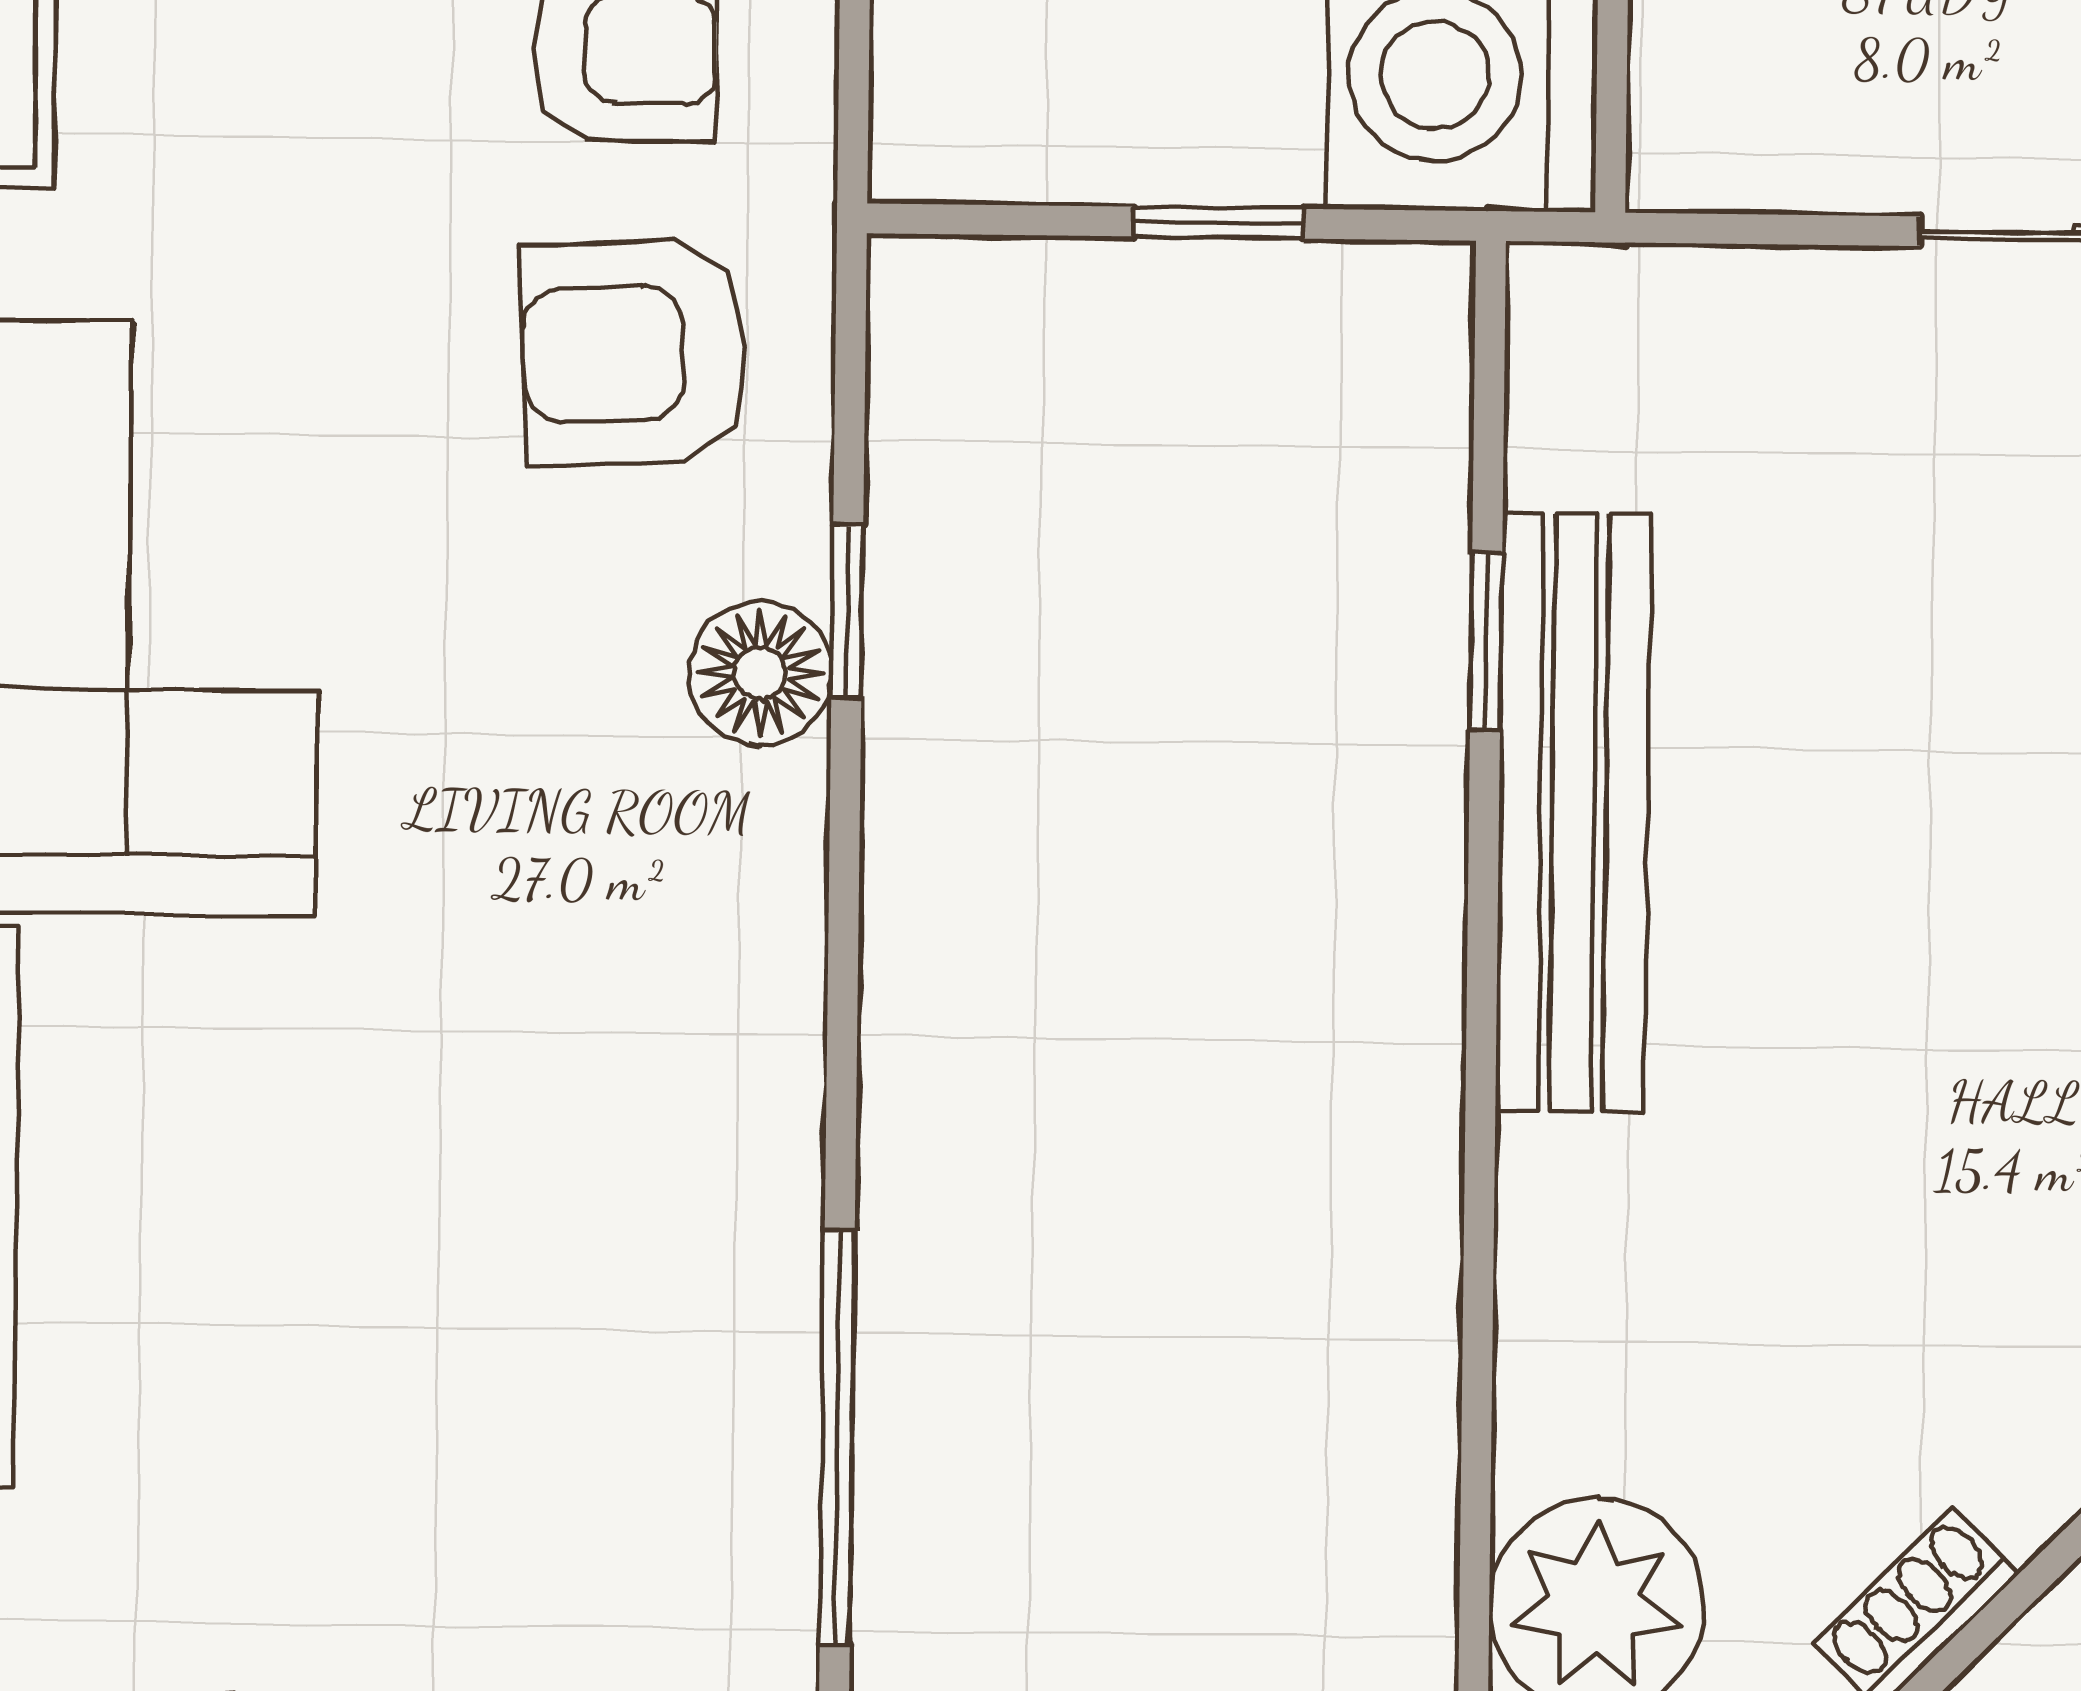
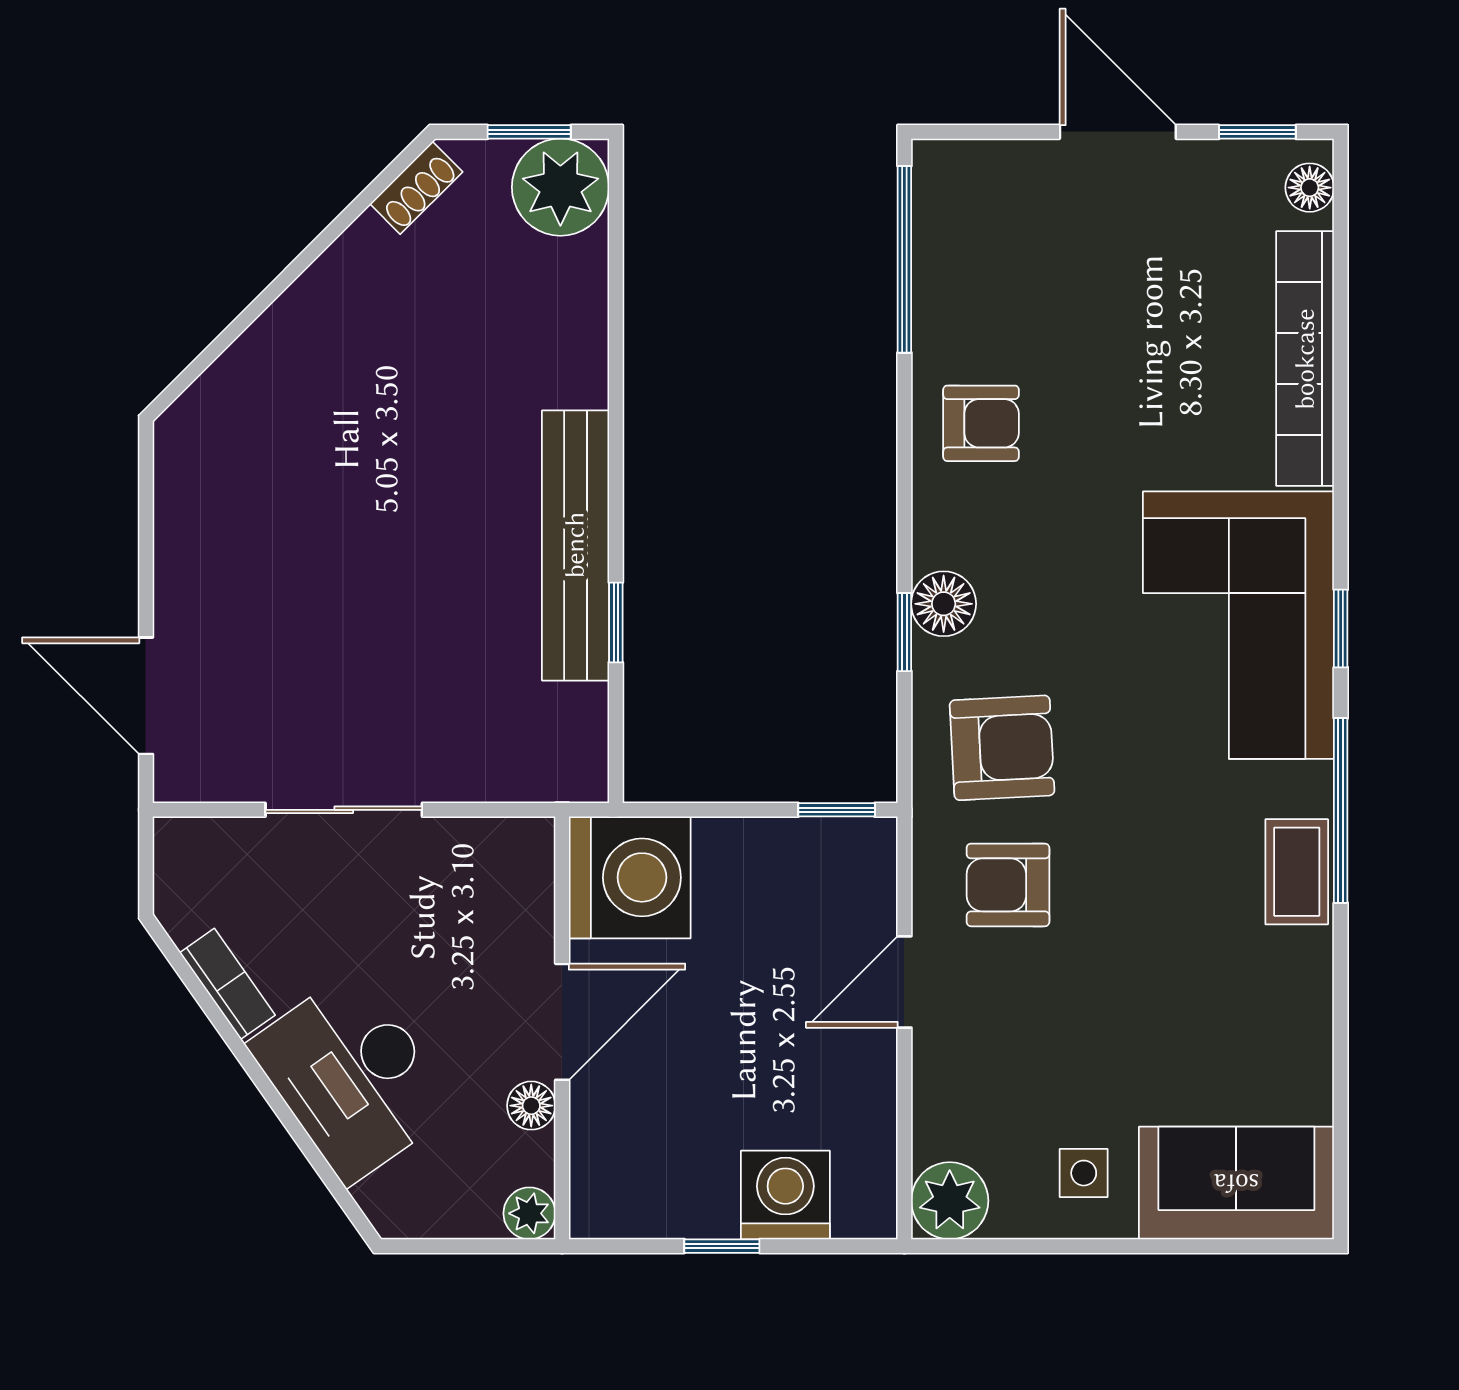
window: (1218, 223) -> (837, 810), moved
armchair: (672, 1072) -> (981, 423), added

